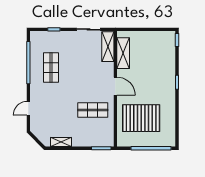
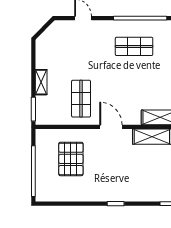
door: (115, 86) -> (111, 127), swing flipped
pallet: (141, 118) -> (71, 159), width x0.73, depth x0.71
shelving: (61, 142) -> (41, 82), moved

